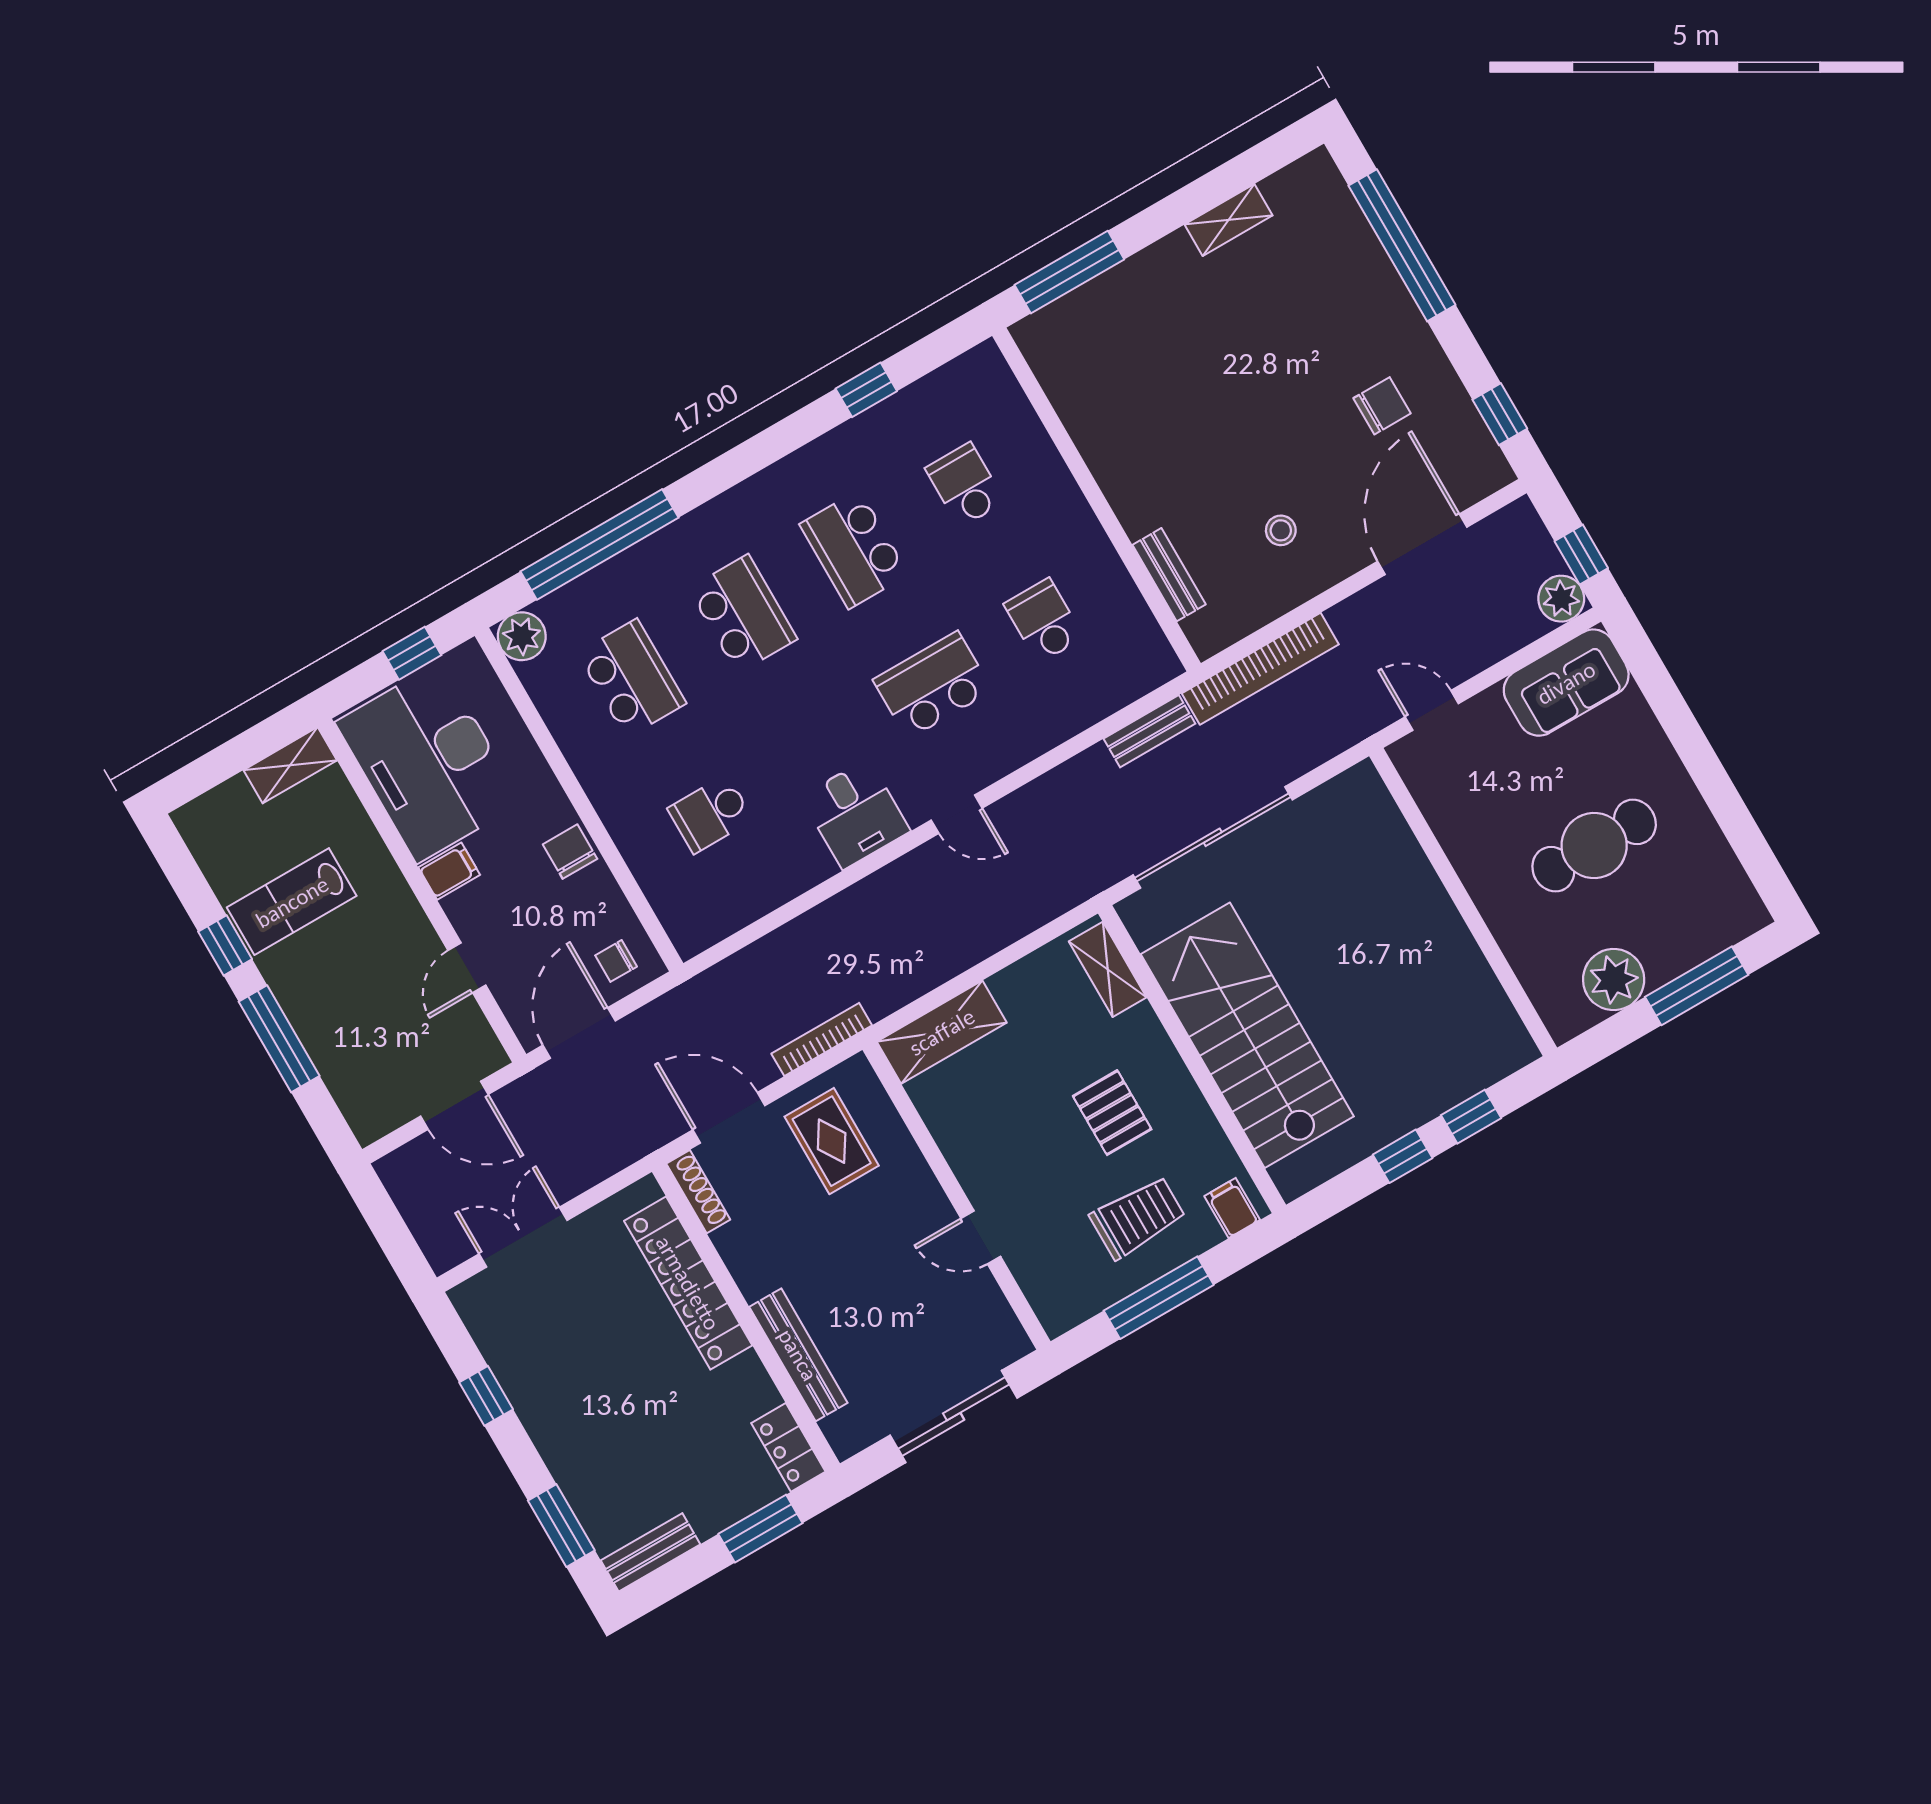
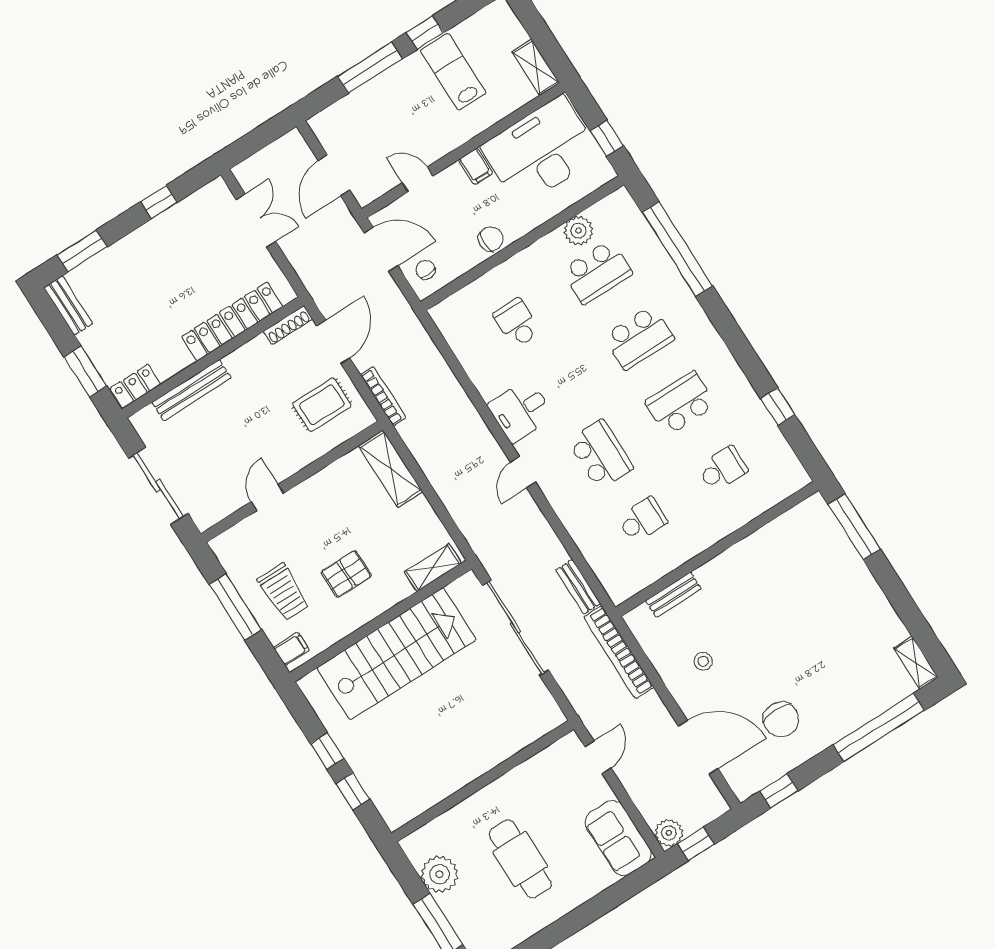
shelving: (1229, 220) -> (916, 663), moved
chair: (1382, 406) -> (781, 719), width x1.37, depth x1.37
plant: (522, 636) -> (578, 231), moved

